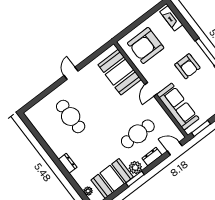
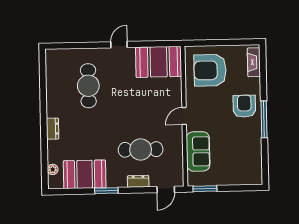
armchair: (187, 66) -> (244, 106), moved, turned 180
booth: (120, 72) -> (159, 62), moved, turned 90
sofa: (178, 107) -> (198, 151), width x0.73
door: (175, 148) -> (166, 189), swing flipped
plant: (135, 168) -> (115, 180), removed

